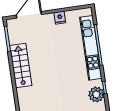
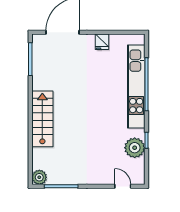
stairs: (21, 65) -> (42, 119), moved

